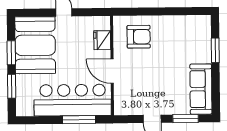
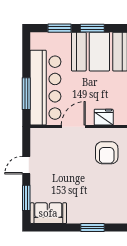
sofa: (201, 89) -> (48, 213), width x0.73

